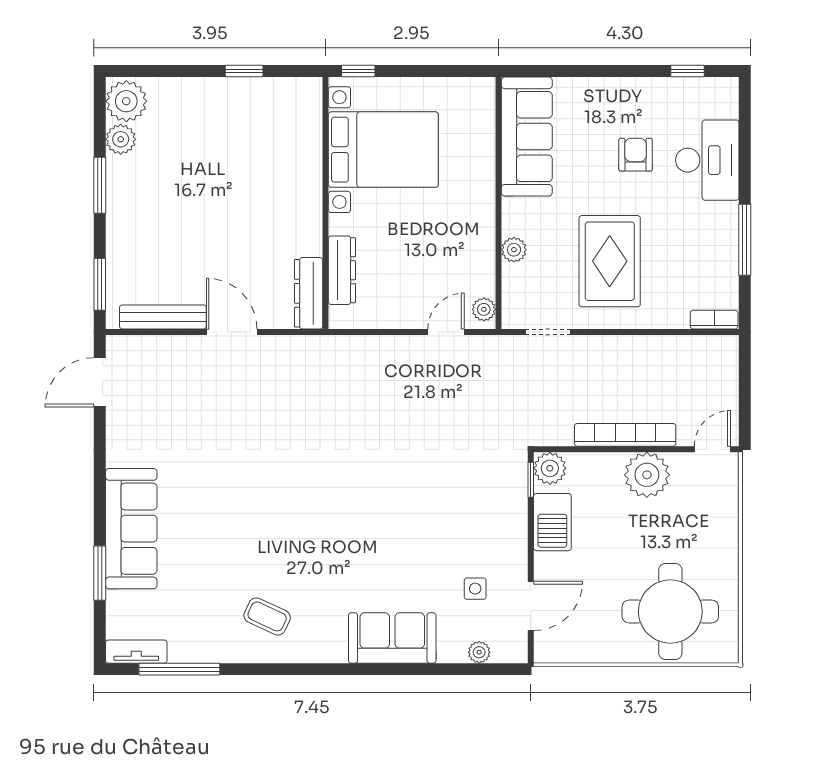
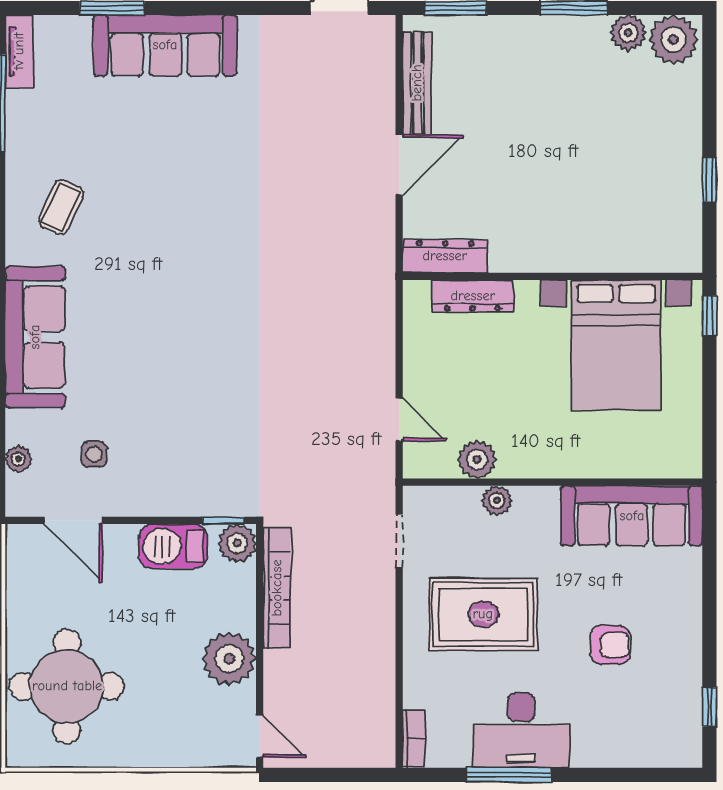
desk: (707, 160) -> (521, 730), moved
plant: (484, 309) -> (477, 459), moved, width x1.38, depth x1.38
bookcase: (625, 435) -> (277, 588), moved
sofa: (392, 638) -> (35, 337), width x1.36

